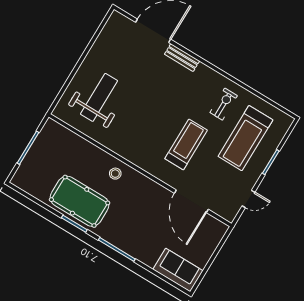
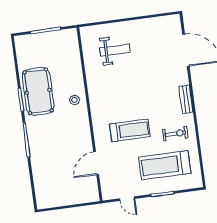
bench: (182, 58) -> (186, 99), moved
weight bench: (99, 97) -> (115, 50), width x0.73, depth x0.75
door: (191, 201) -> (96, 163), width x0.73
sofa: (178, 270) -> (45, 190), removed

